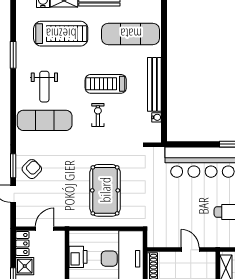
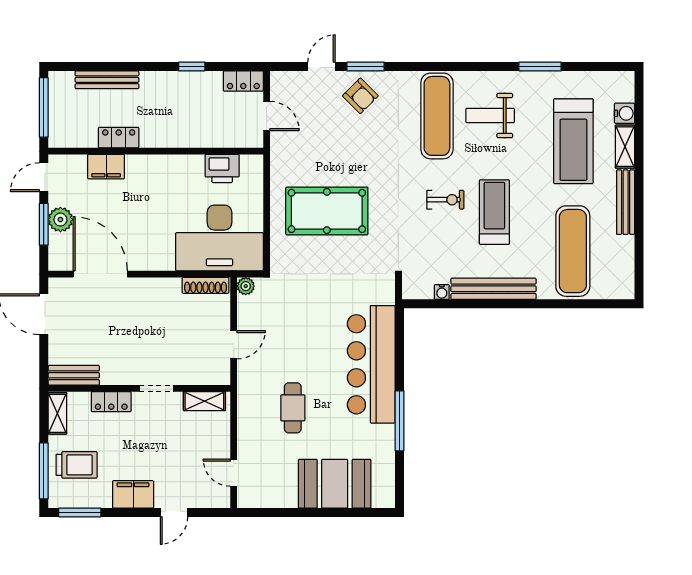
plant: (153, 242) -> (246, 286), added
shower: (25, 266) -> (208, 85), removed

